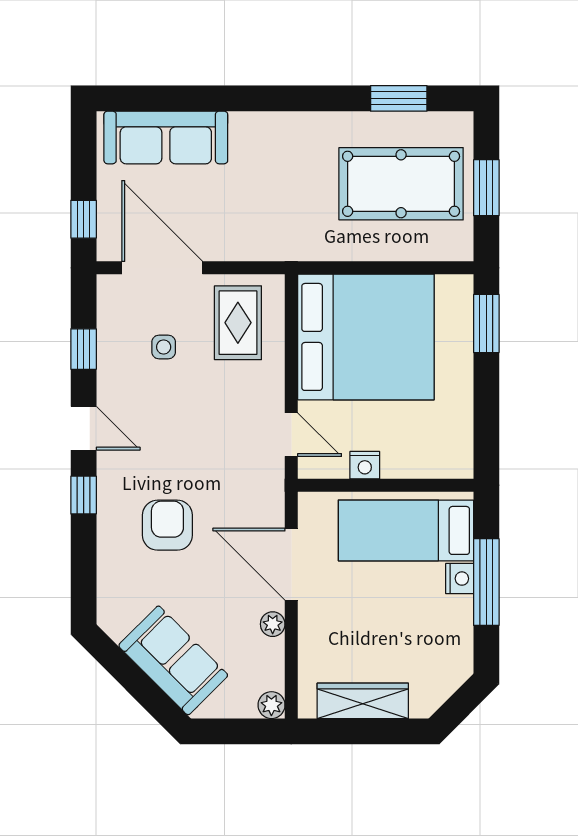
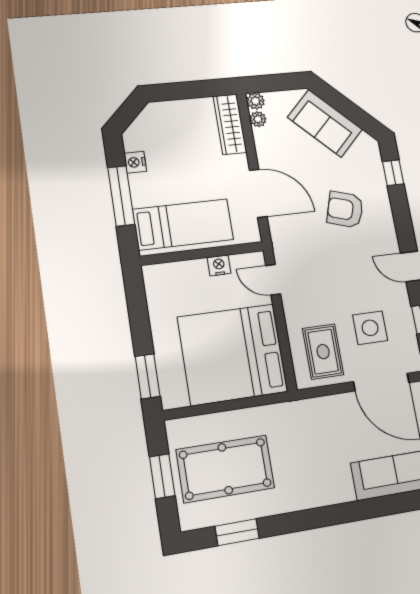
side table: (164, 347) -> (370, 328), width x1.87, depth x1.87
window: (84, 495) -> (393, 173), moved
armchair: (167, 525) -> (345, 210), turned 107
nightstand: (460, 579) -> (135, 162), moved
plant: (273, 624) -> (258, 119), moved
wardrobe: (363, 701) -> (230, 124), moved, turned 90

